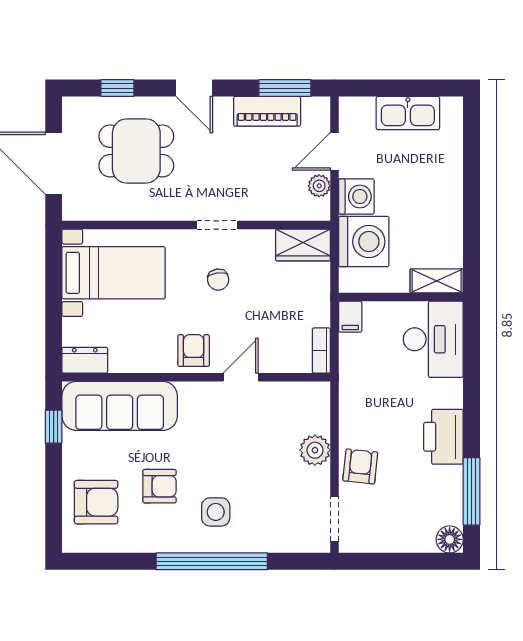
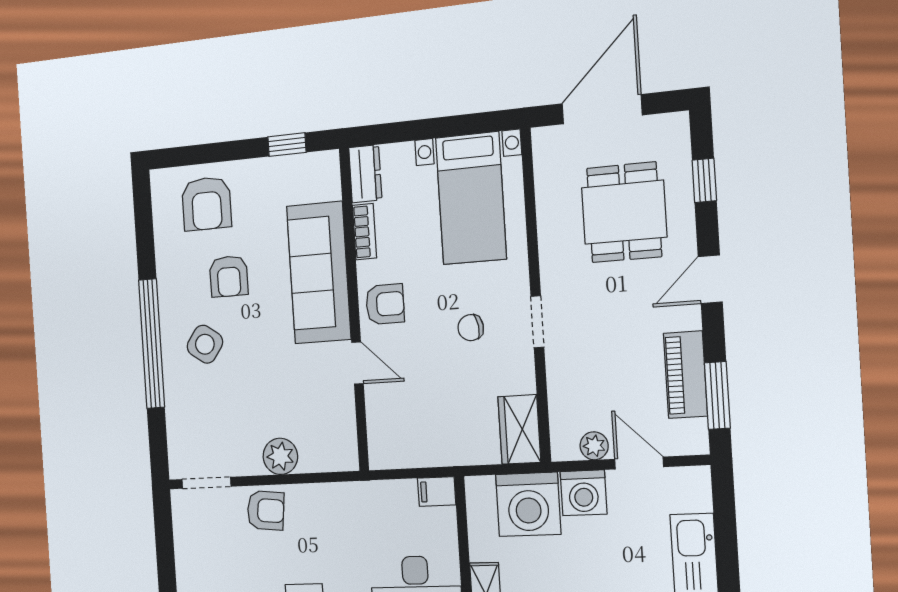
bookcase: (321, 351) -> (364, 232), moved, turned 90
sofa: (120, 406) -> (319, 273), moved
side table: (216, 512) -> (205, 344), turned 35

